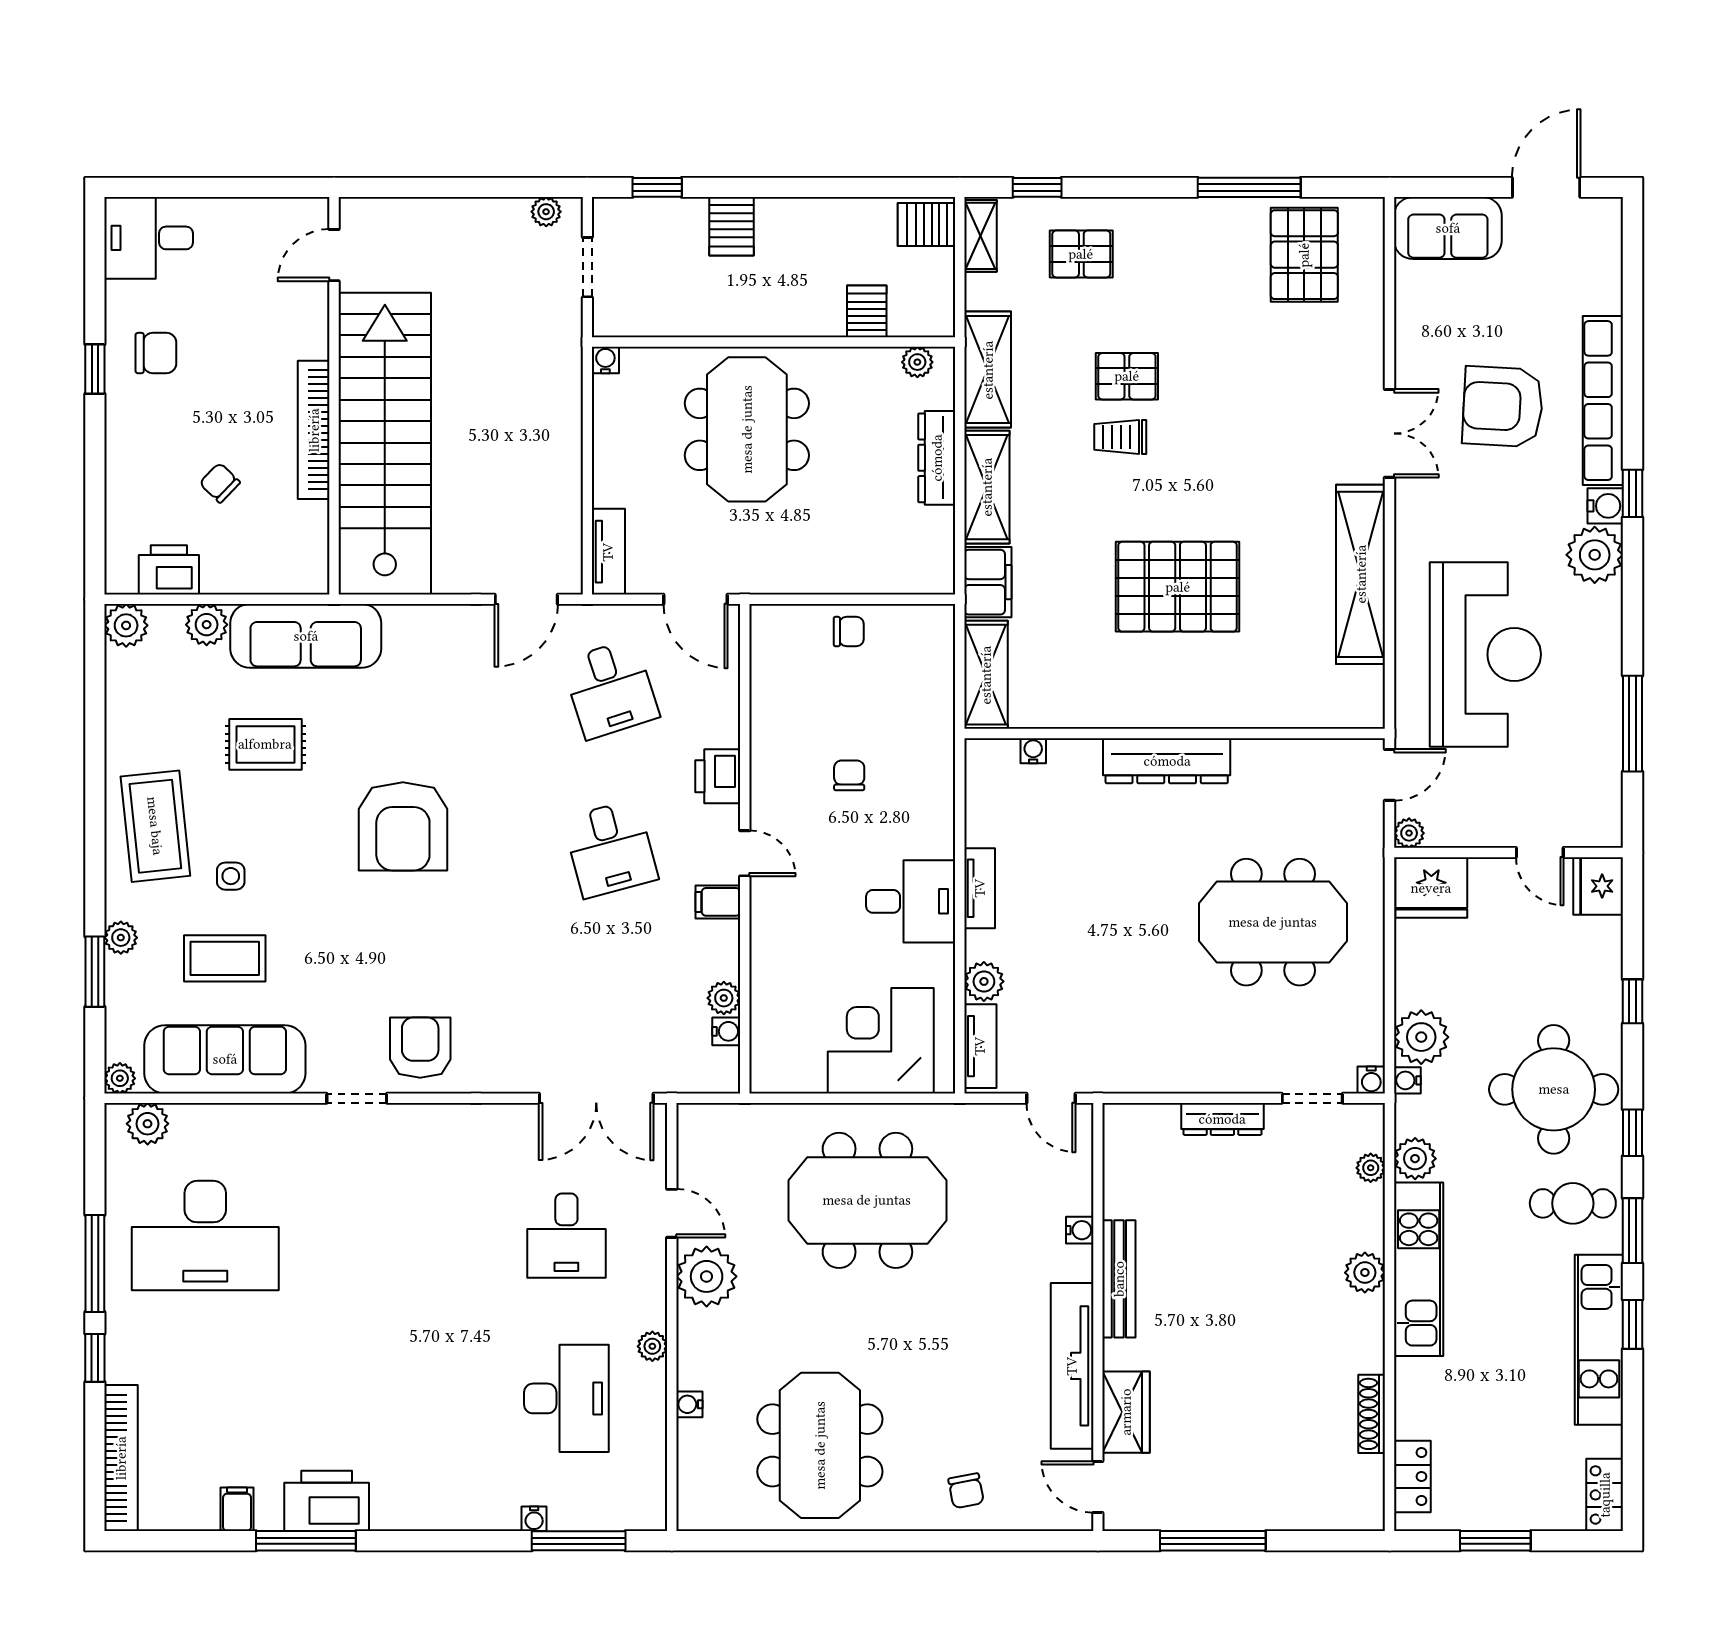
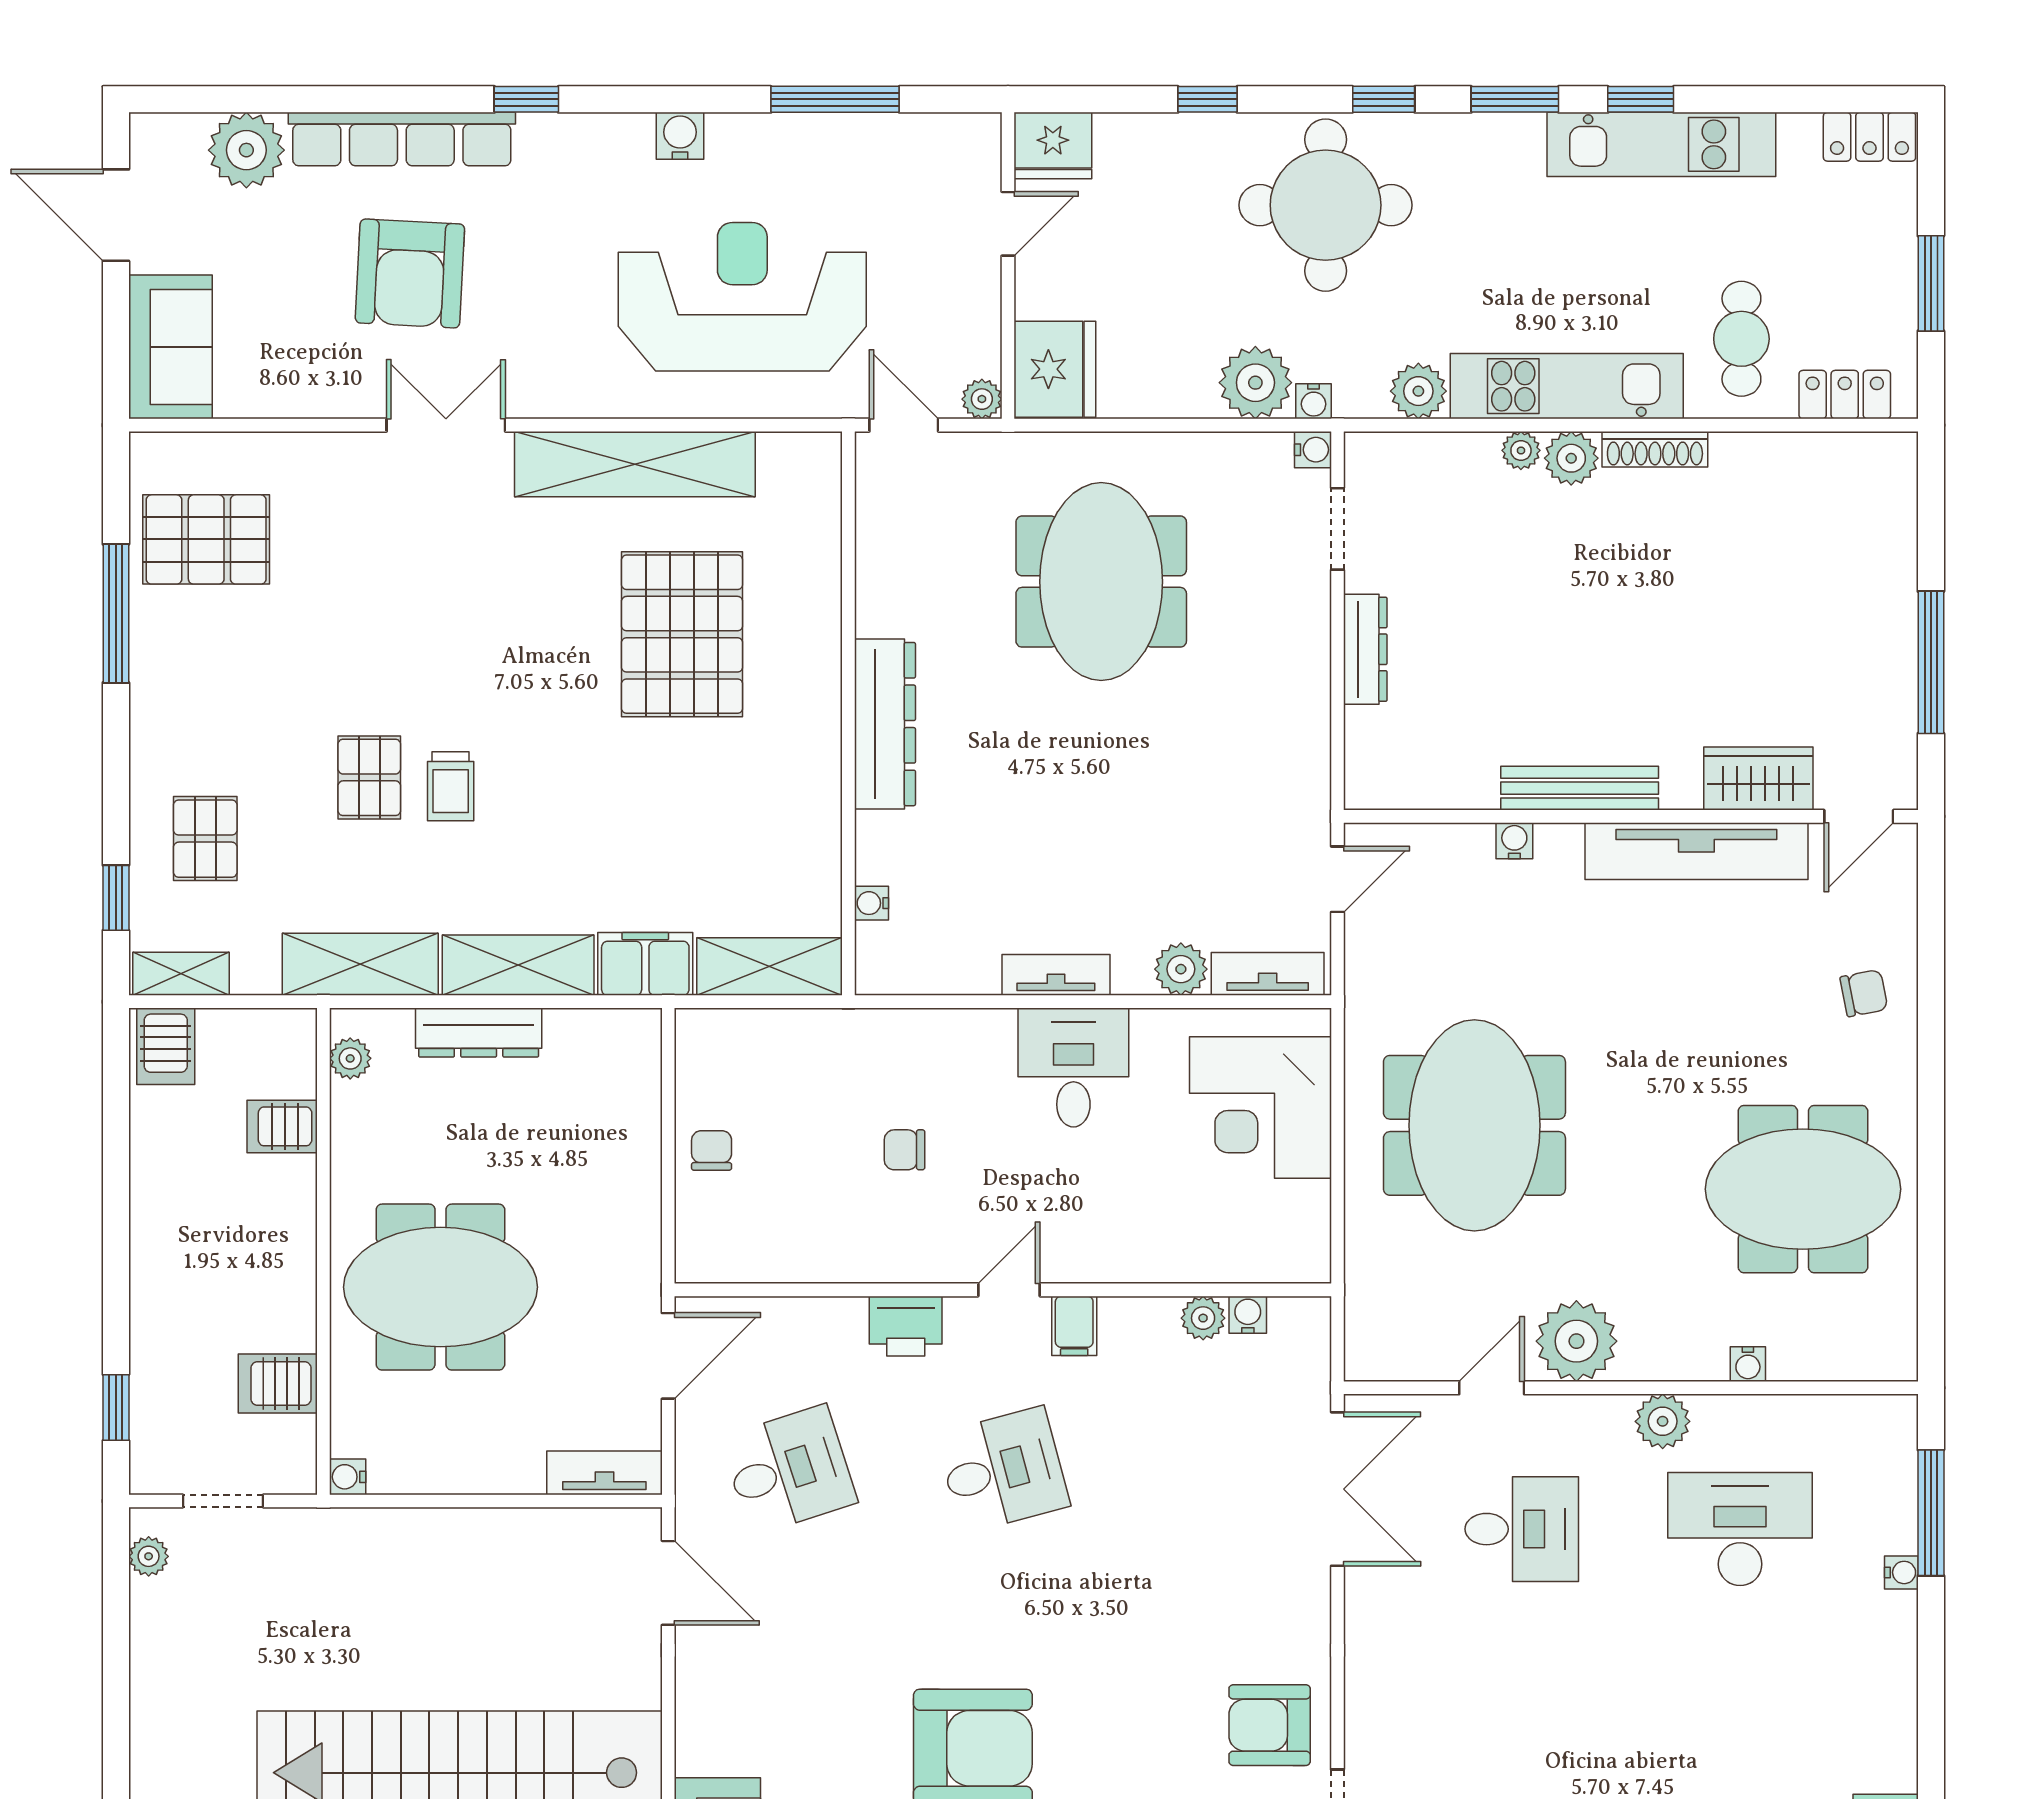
server rack: (732, 226) -> (278, 1384), moved, turned 180
water cooler: (1605, 506) -> (680, 136), moved
plant: (1595, 555) -> (246, 150), moved
pallet: (1178, 587) -> (682, 634), moved
plant: (1371, 1168) -> (1521, 450), moved
cafe table: (1573, 1203) -> (1741, 339), moved
plant: (652, 1346) -> (1663, 1421), width x1.38, depth x1.38
shoe rack: (1372, 1414) -> (1655, 449), moved

